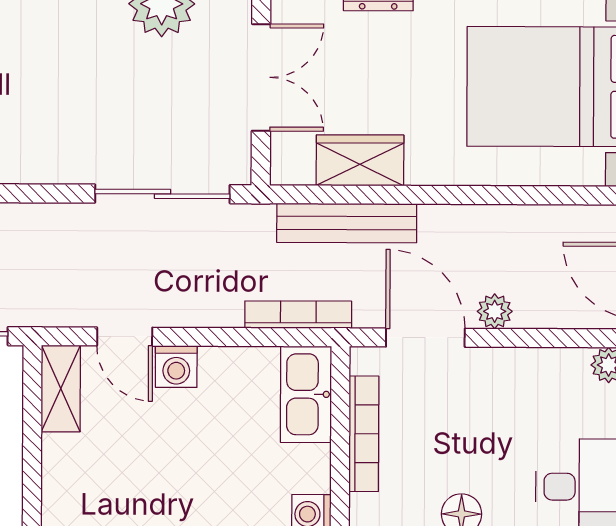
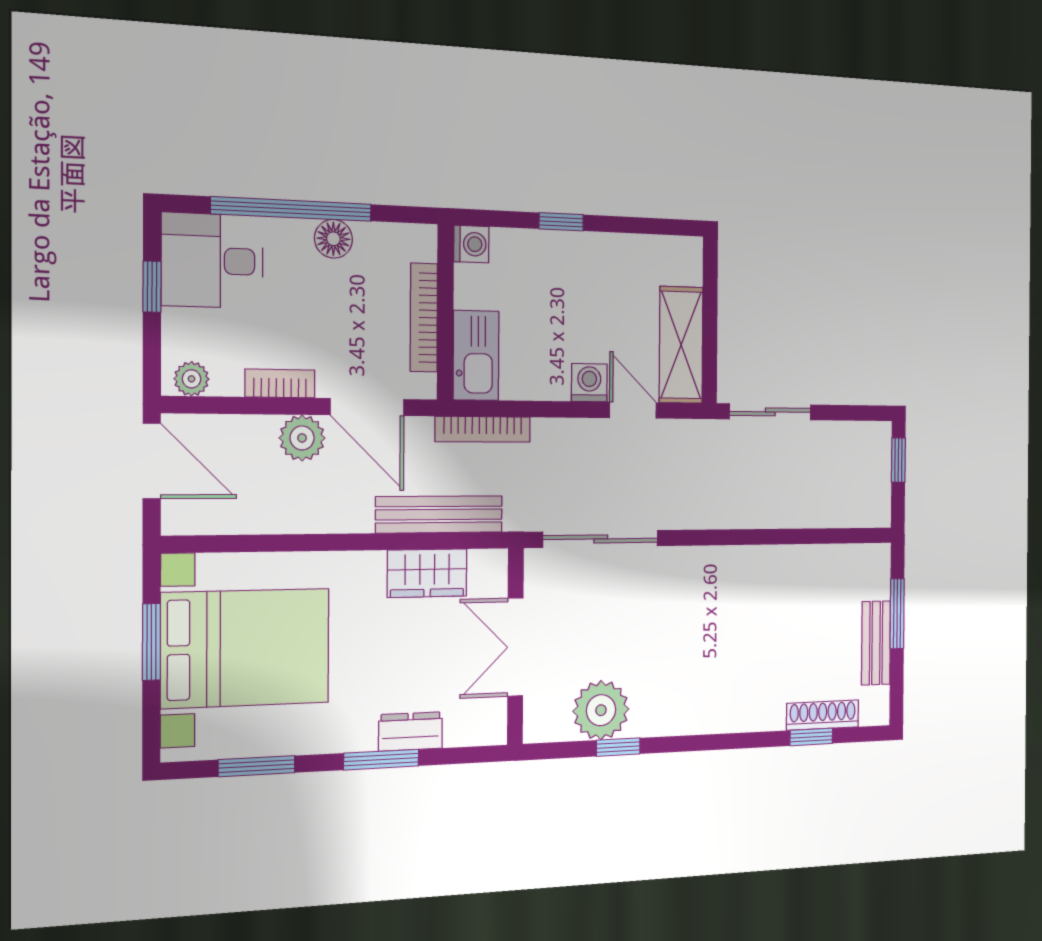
plant: (495, 311) -> (302, 438), width x1.38, depth x1.38
bookcase: (518, 361) -> (280, 383), added
shelving: (61, 389) -> (681, 345), width x1.50, depth x1.33

